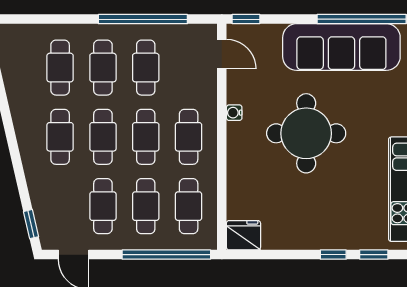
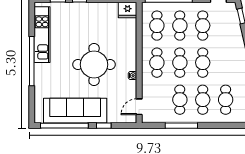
window: (143, 19) -> (181, 126), width x0.68
window: (246, 19) -> (104, 126), moved
door: (222, 54) -> (139, 107), hinge flipped
cafe table: (60, 137) -> (226, 63), removed

